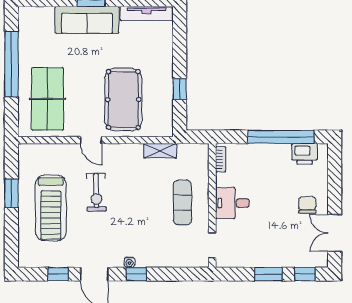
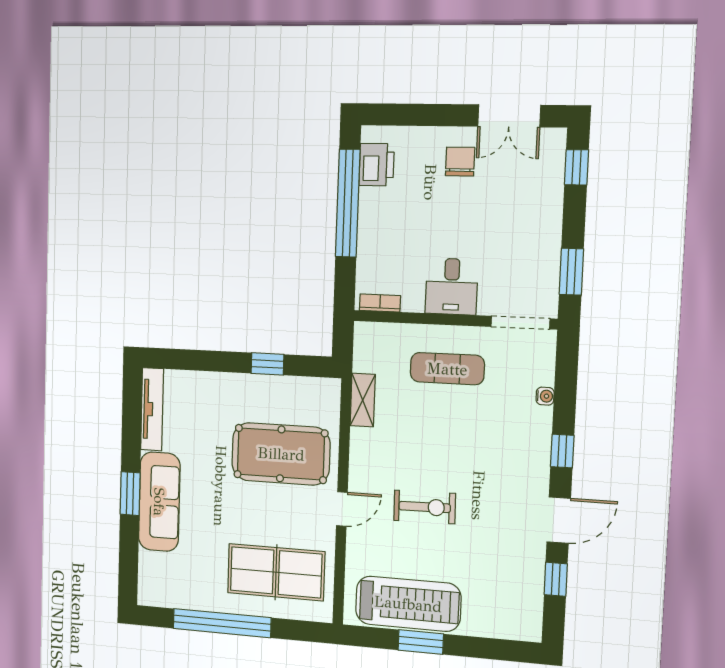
chair: (307, 205) -> (460, 162), turned 90
treadmill: (51, 208) -> (408, 604), moved
doorway: (212, 245) -> (520, 323), width x1.38
water cooler: (129, 262) -> (545, 396), moved
window: (269, 274) -> (571, 272), moved

